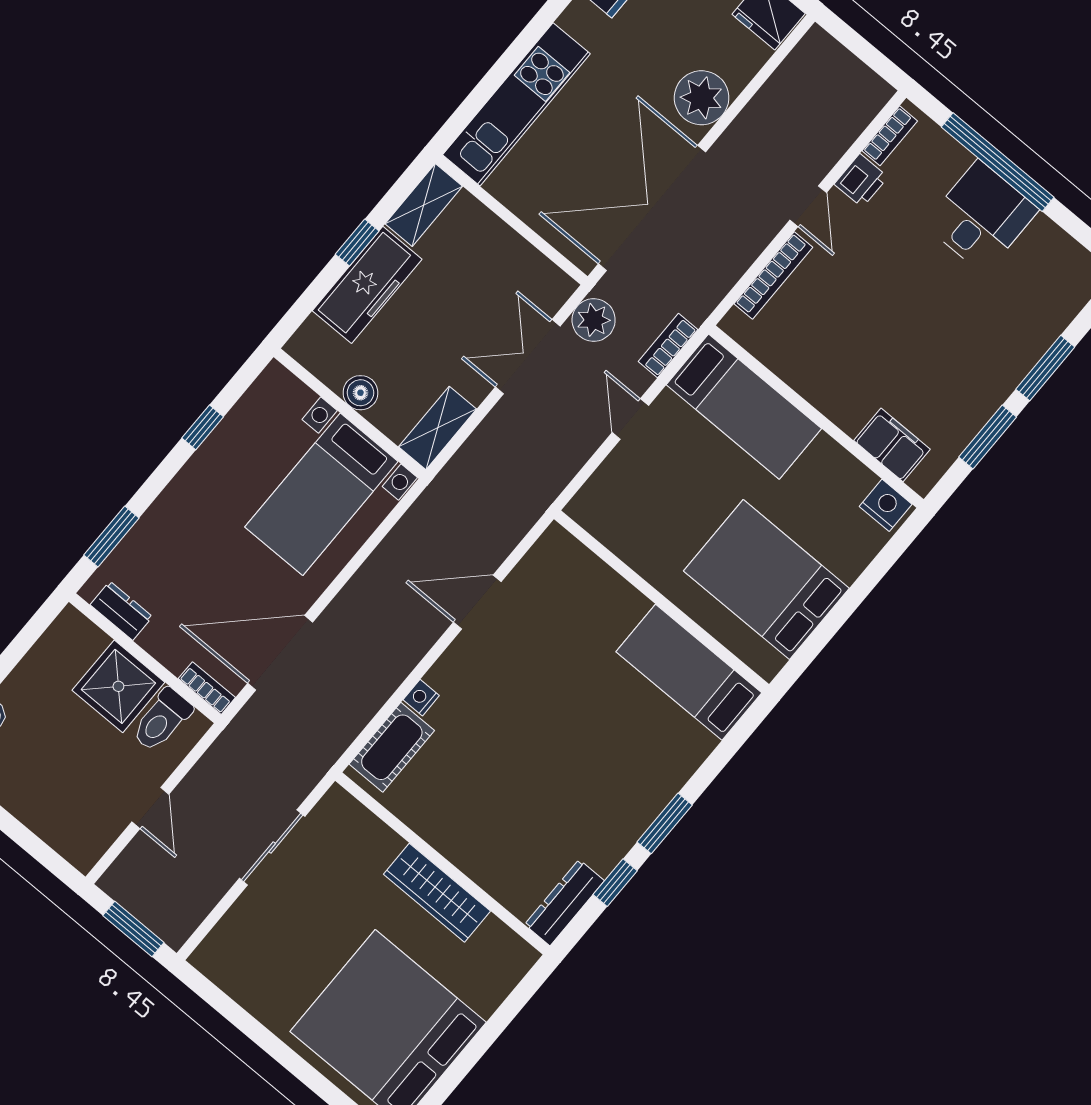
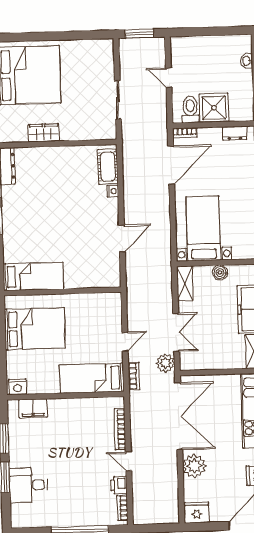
desk: (981, 217) -> (28, 485), moved, turned 90
door: (630, 419) -> (125, 342), hinge flipped
wardrobe: (437, 893) -> (44, 133), width x0.67

